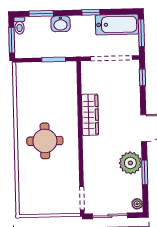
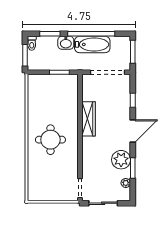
window: (91, 12) -> (91, 34), width x3.17
bathtub: (117, 25) -> (92, 44), moved
window: (142, 77) -> (133, 100), moved
plant: (137, 204) -> (126, 183), moved

